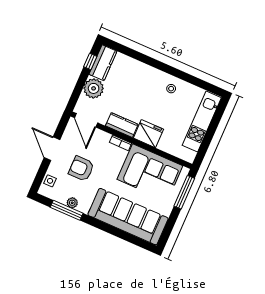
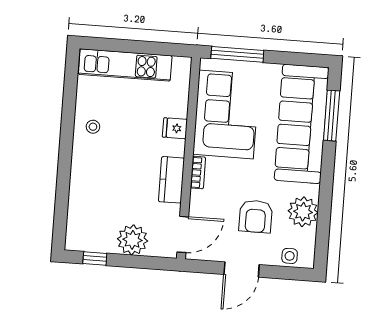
kitchen counter: (103, 63) -> (90, 239), removed
fridge: (148, 134) -> (175, 128), width x0.53, depth x0.75
plant: (72, 203) -> (303, 212), width x1.88, depth x1.88
window: (67, 210) -> (332, 116), moved

